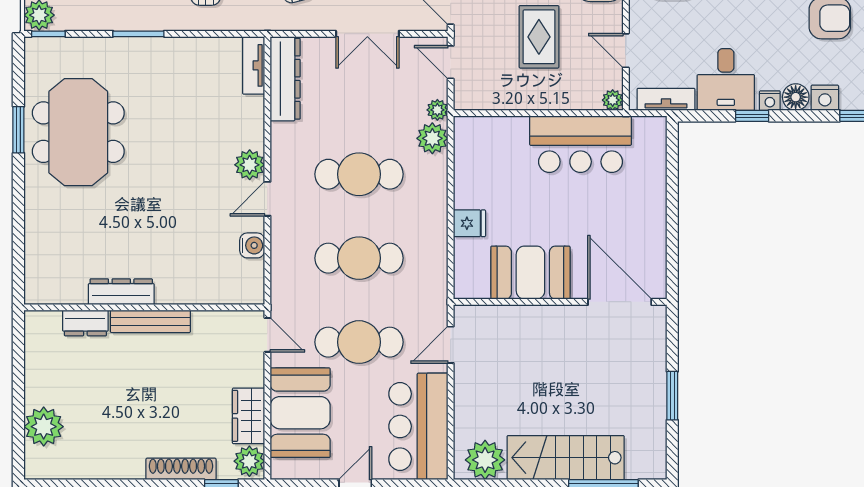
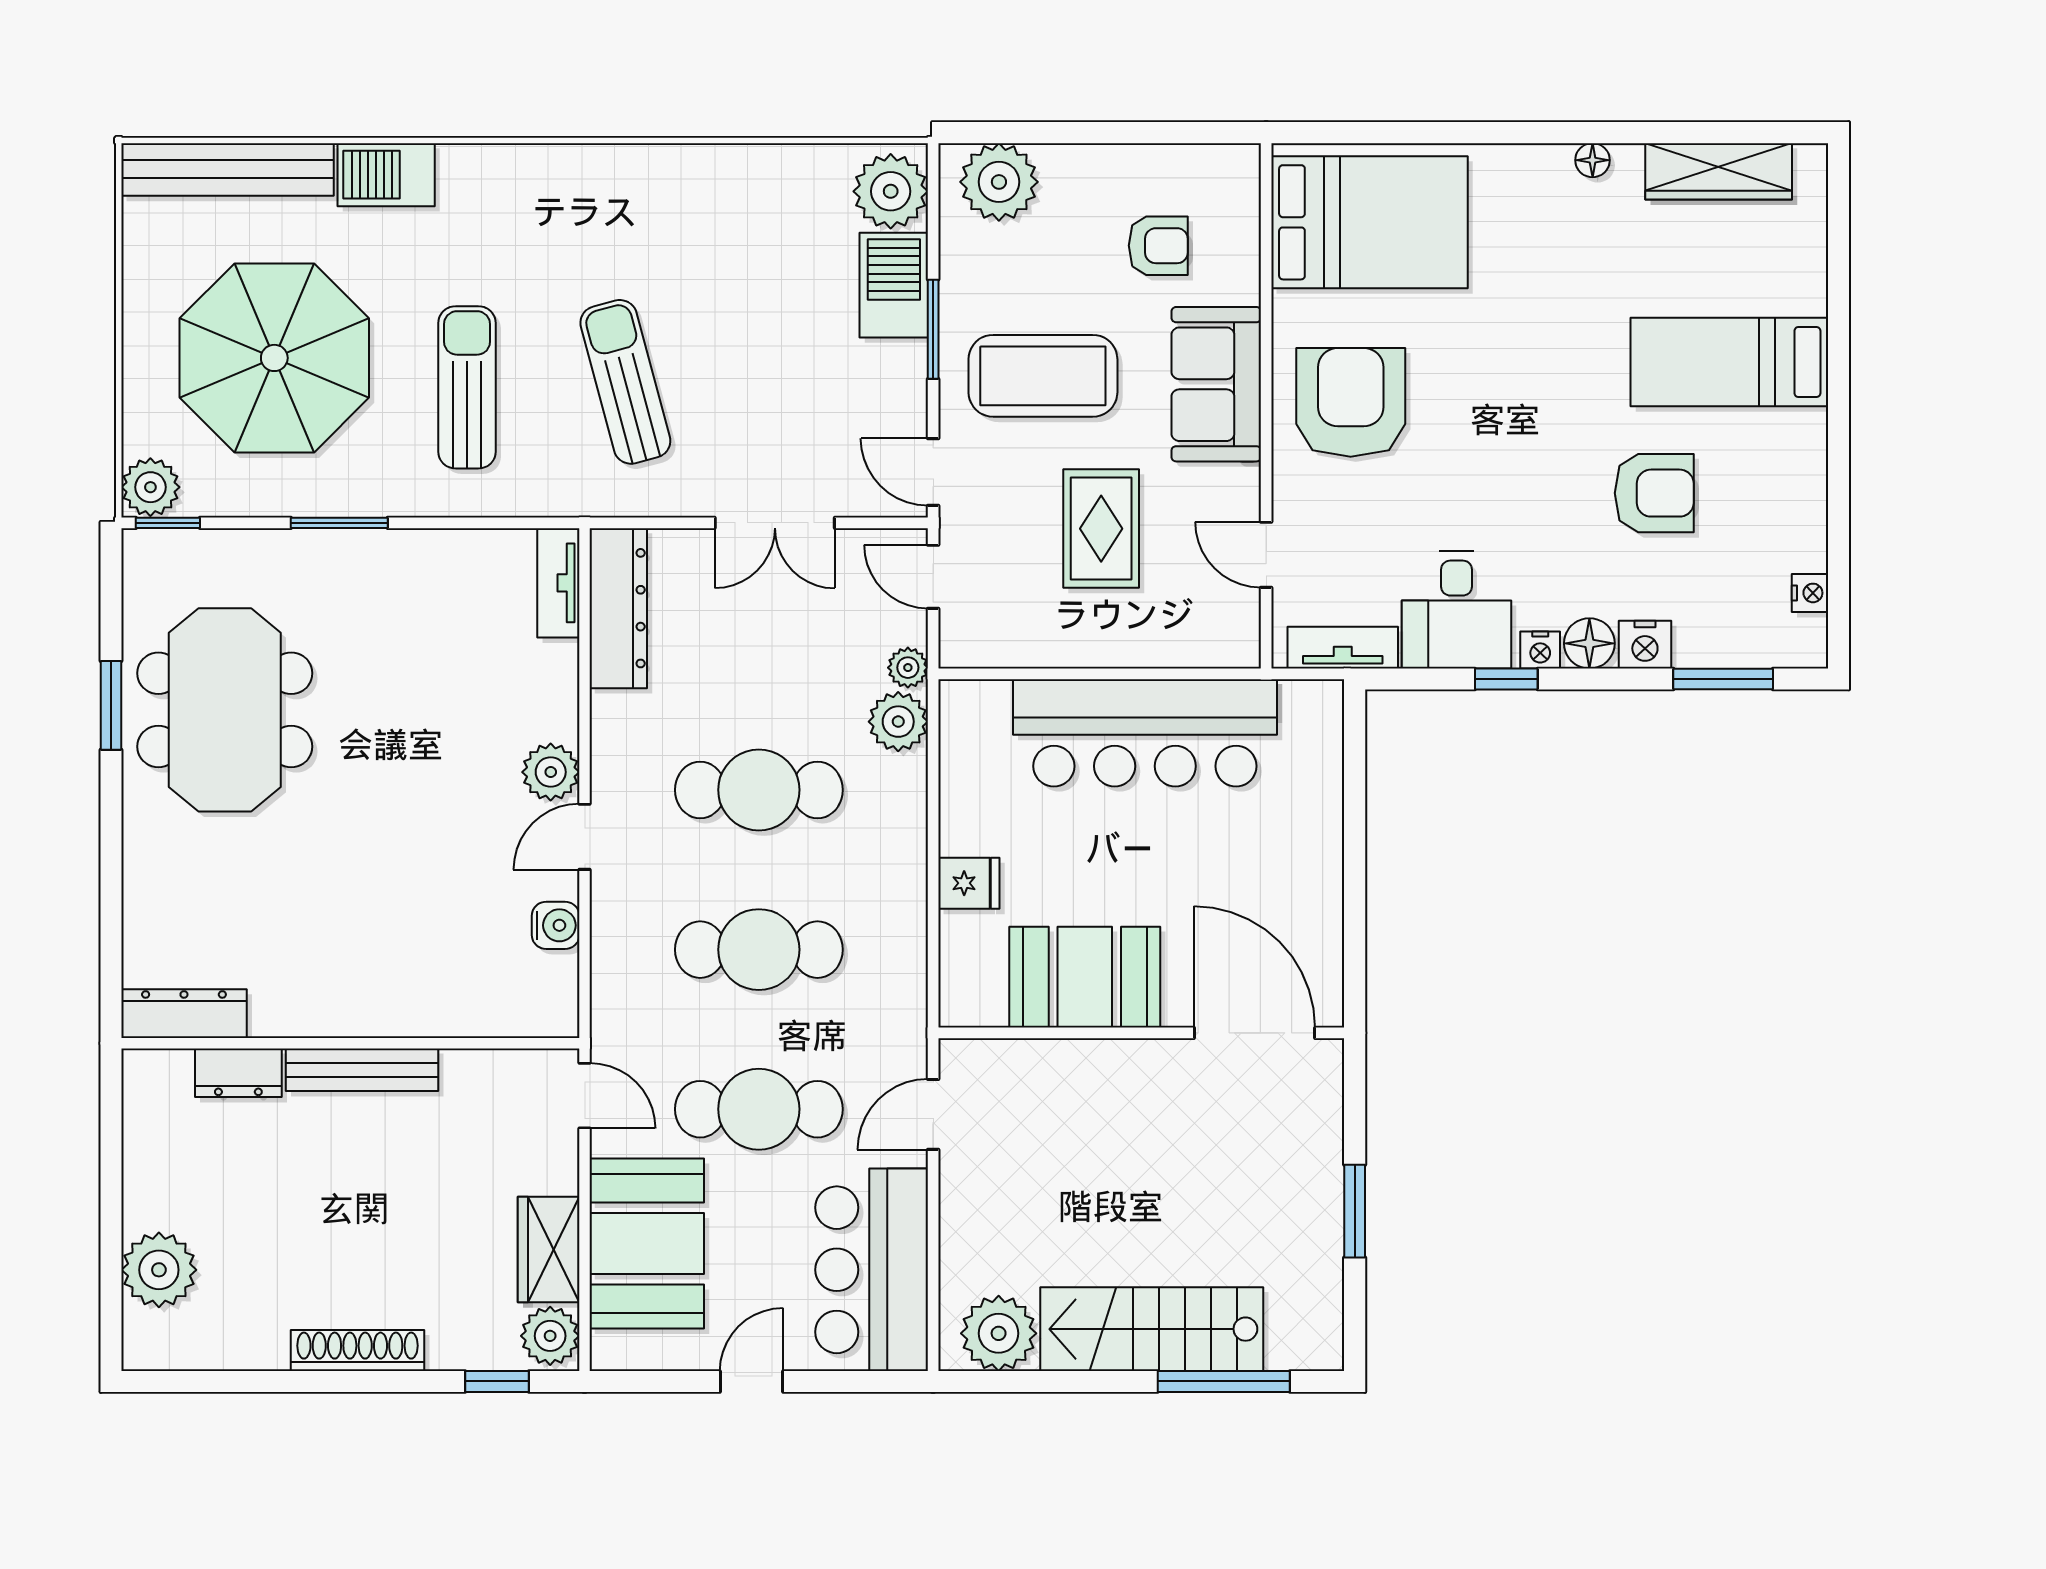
plant: (613, 100) -> (1241, 649), removed
bar counter: (581, 144) -> (1145, 733), width x1.36
dresser: (121, 292) -> (184, 1014), moved
shoe rack: (181, 469) -> (358, 1351), moved

